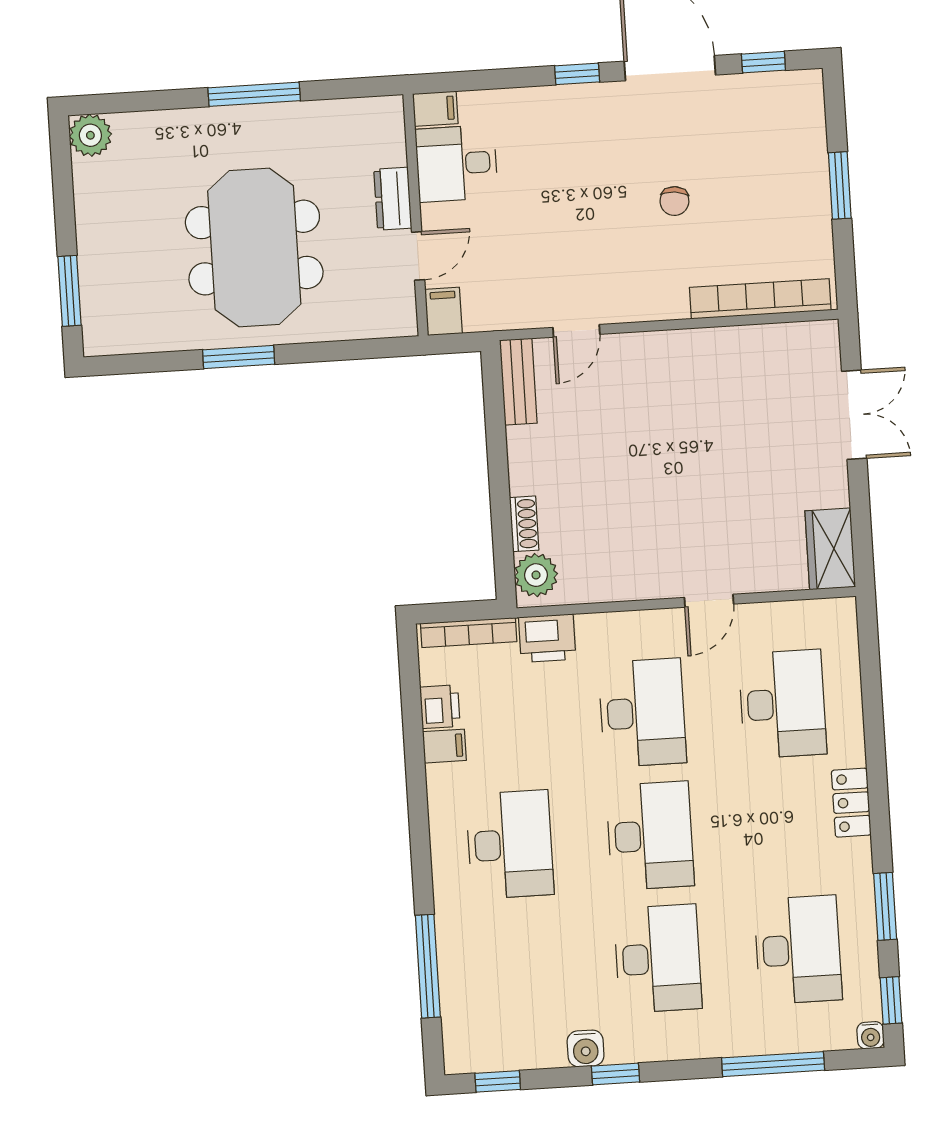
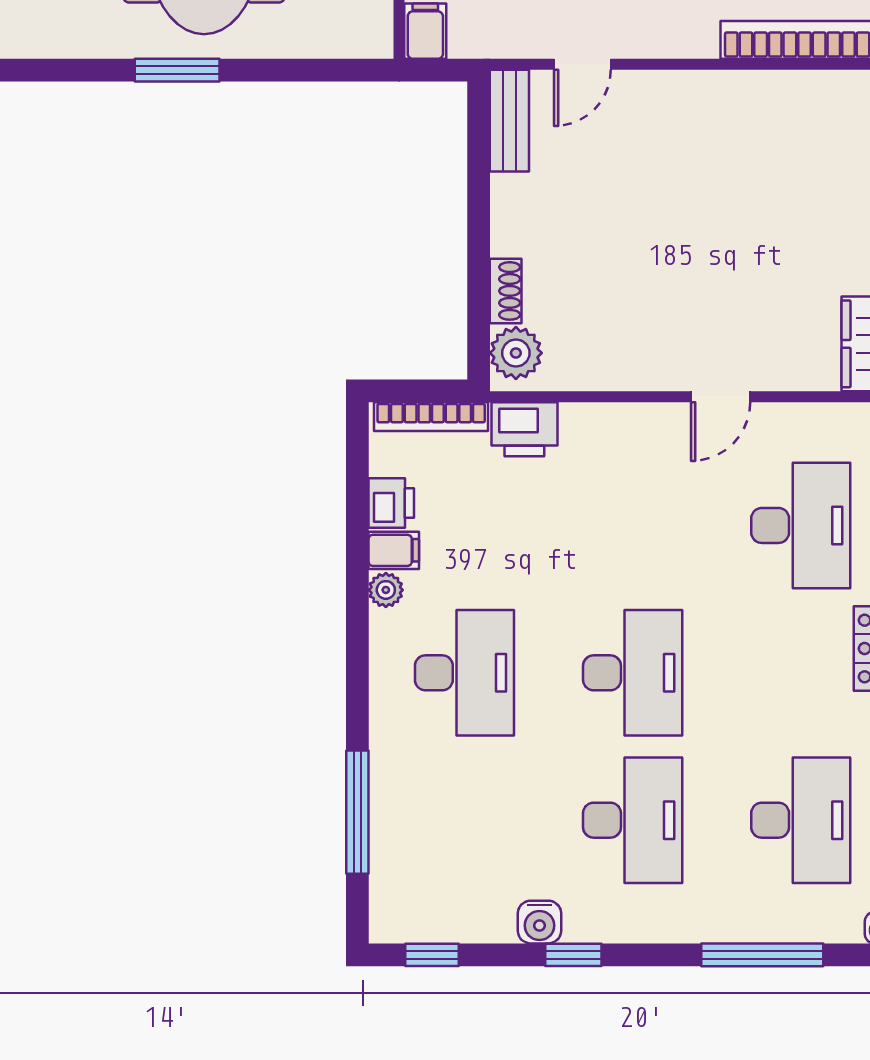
desk: (642, 713) -> (633, 525), removed
plant: (440, 780) -> (386, 590), added

